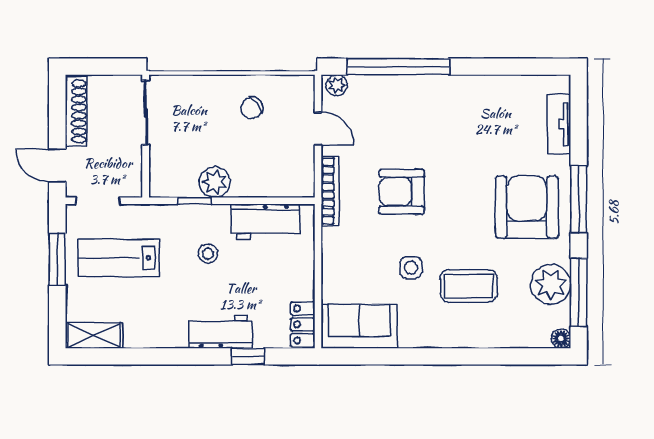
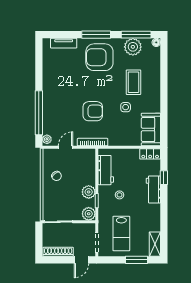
plant: (164, 182) -> (89, 214), added
armchair: (402, 192) -> (93, 111), turned -90
window: (57, 259) -> (137, 260), moved

